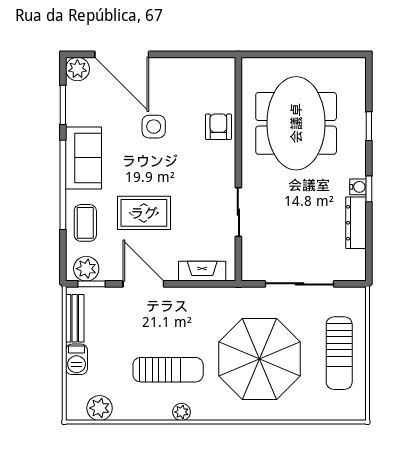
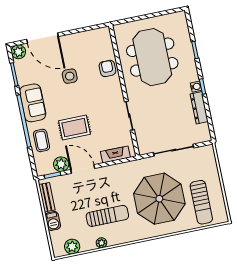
plant: (86, 269) -> (61, 164), moved
sun lounger: (339, 353) -> (201, 202), moved
plant: (182, 412) -> (101, 243), moved

